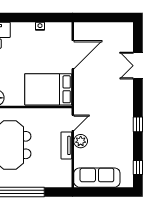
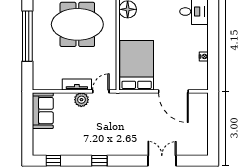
door: (73, 123) -> (101, 91), swing flipped
sofa: (97, 178) -> (43, 111), width x0.73

